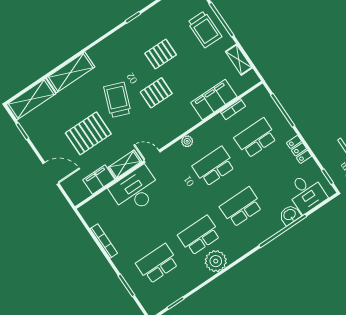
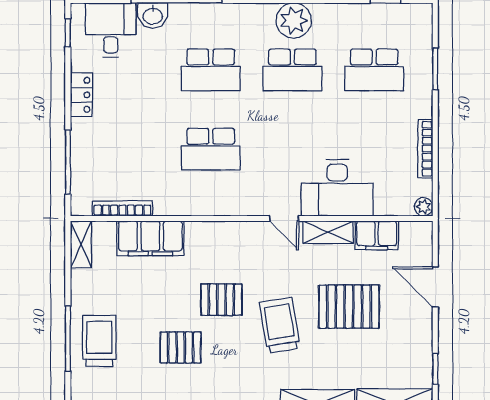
shelving: (239, 60) -> (81, 244), moved
trolley: (117, 100) -> (280, 325), turned 150
bookcase: (233, 109) -> (123, 208), width x1.56
school desk: (256, 138) -> (129, 149), removed
plant: (187, 141) -> (424, 207), moved

